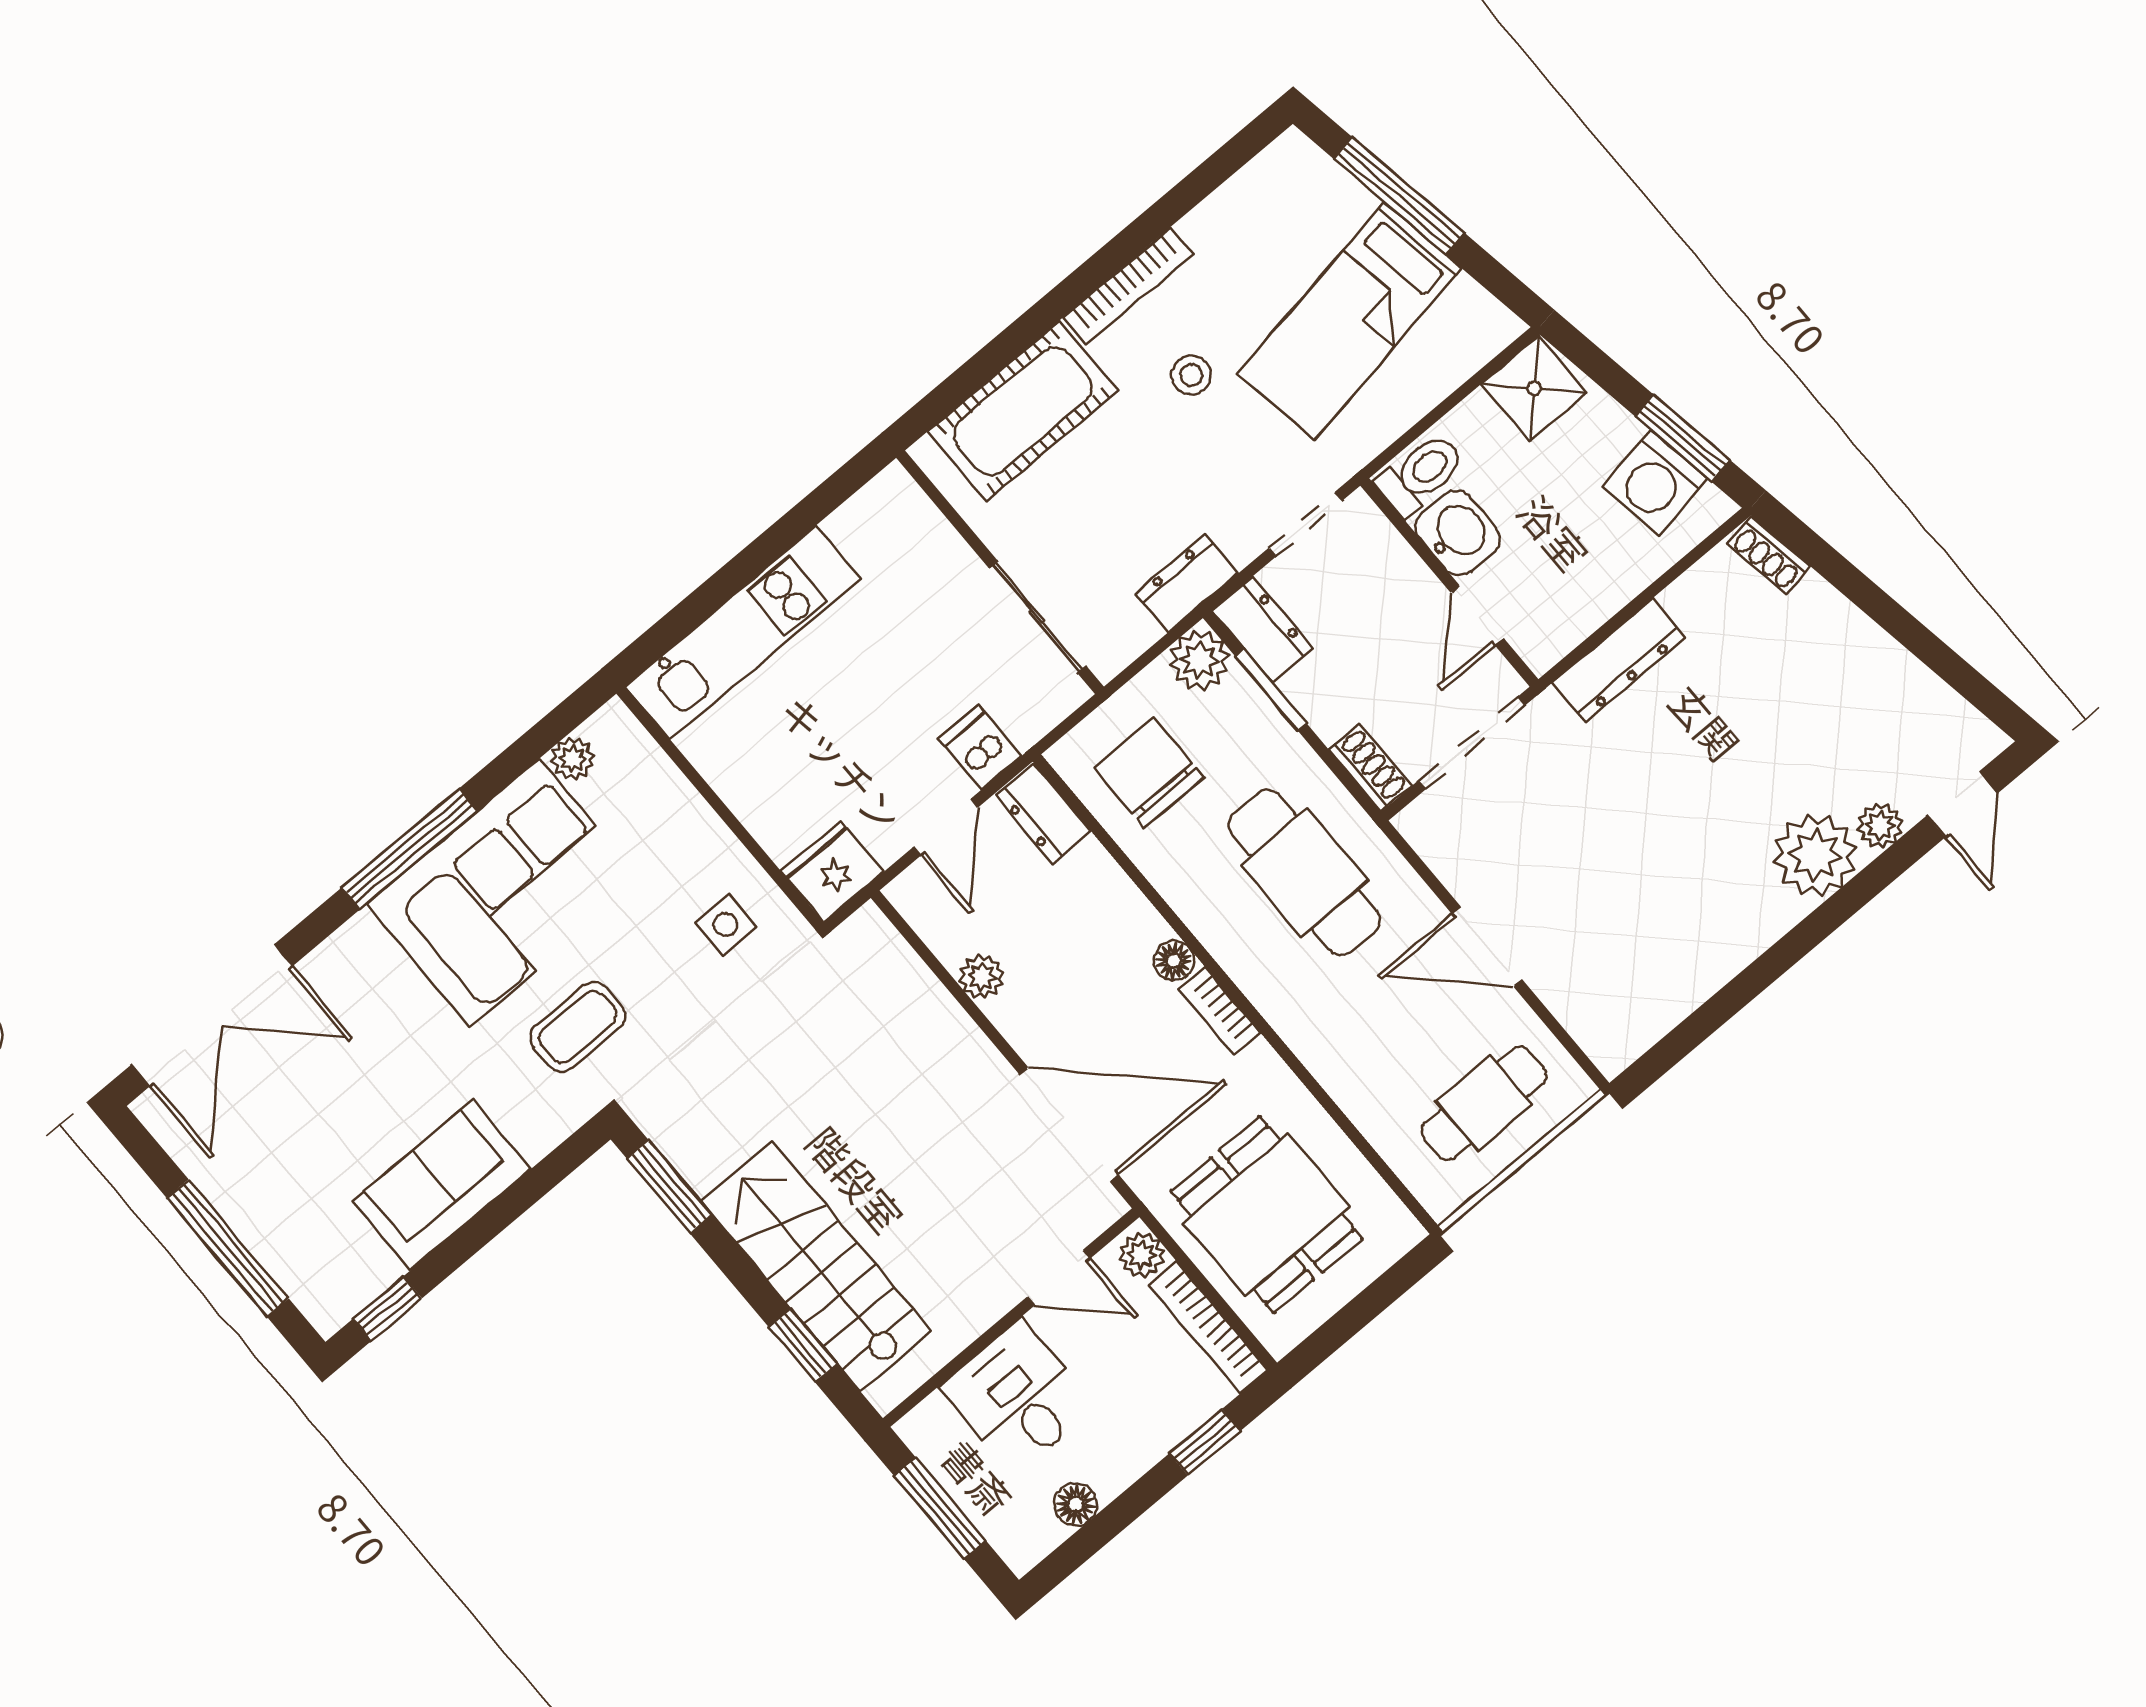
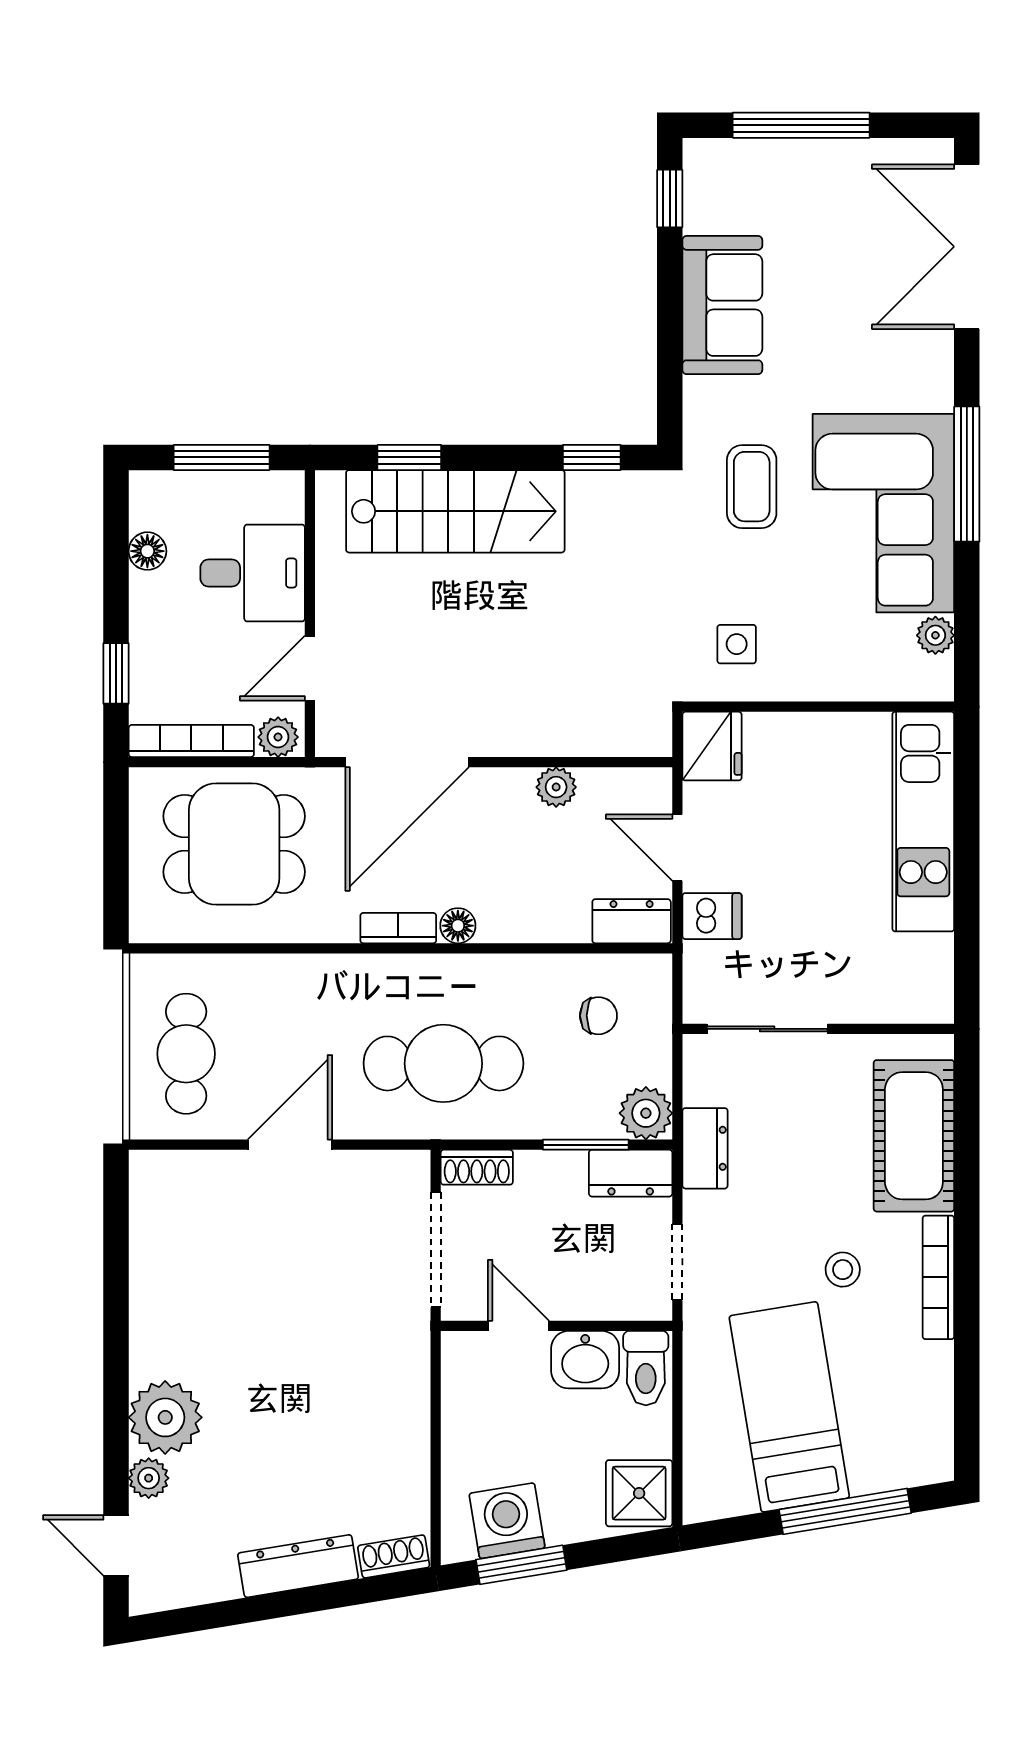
dresser: (1619, 660) -> (298, 1566), moved, turned 81
chair: (1149, 773) -> (598, 1016), width x0.54, depth x0.54
window: (669, 1187) -> (592, 457), width x0.67

